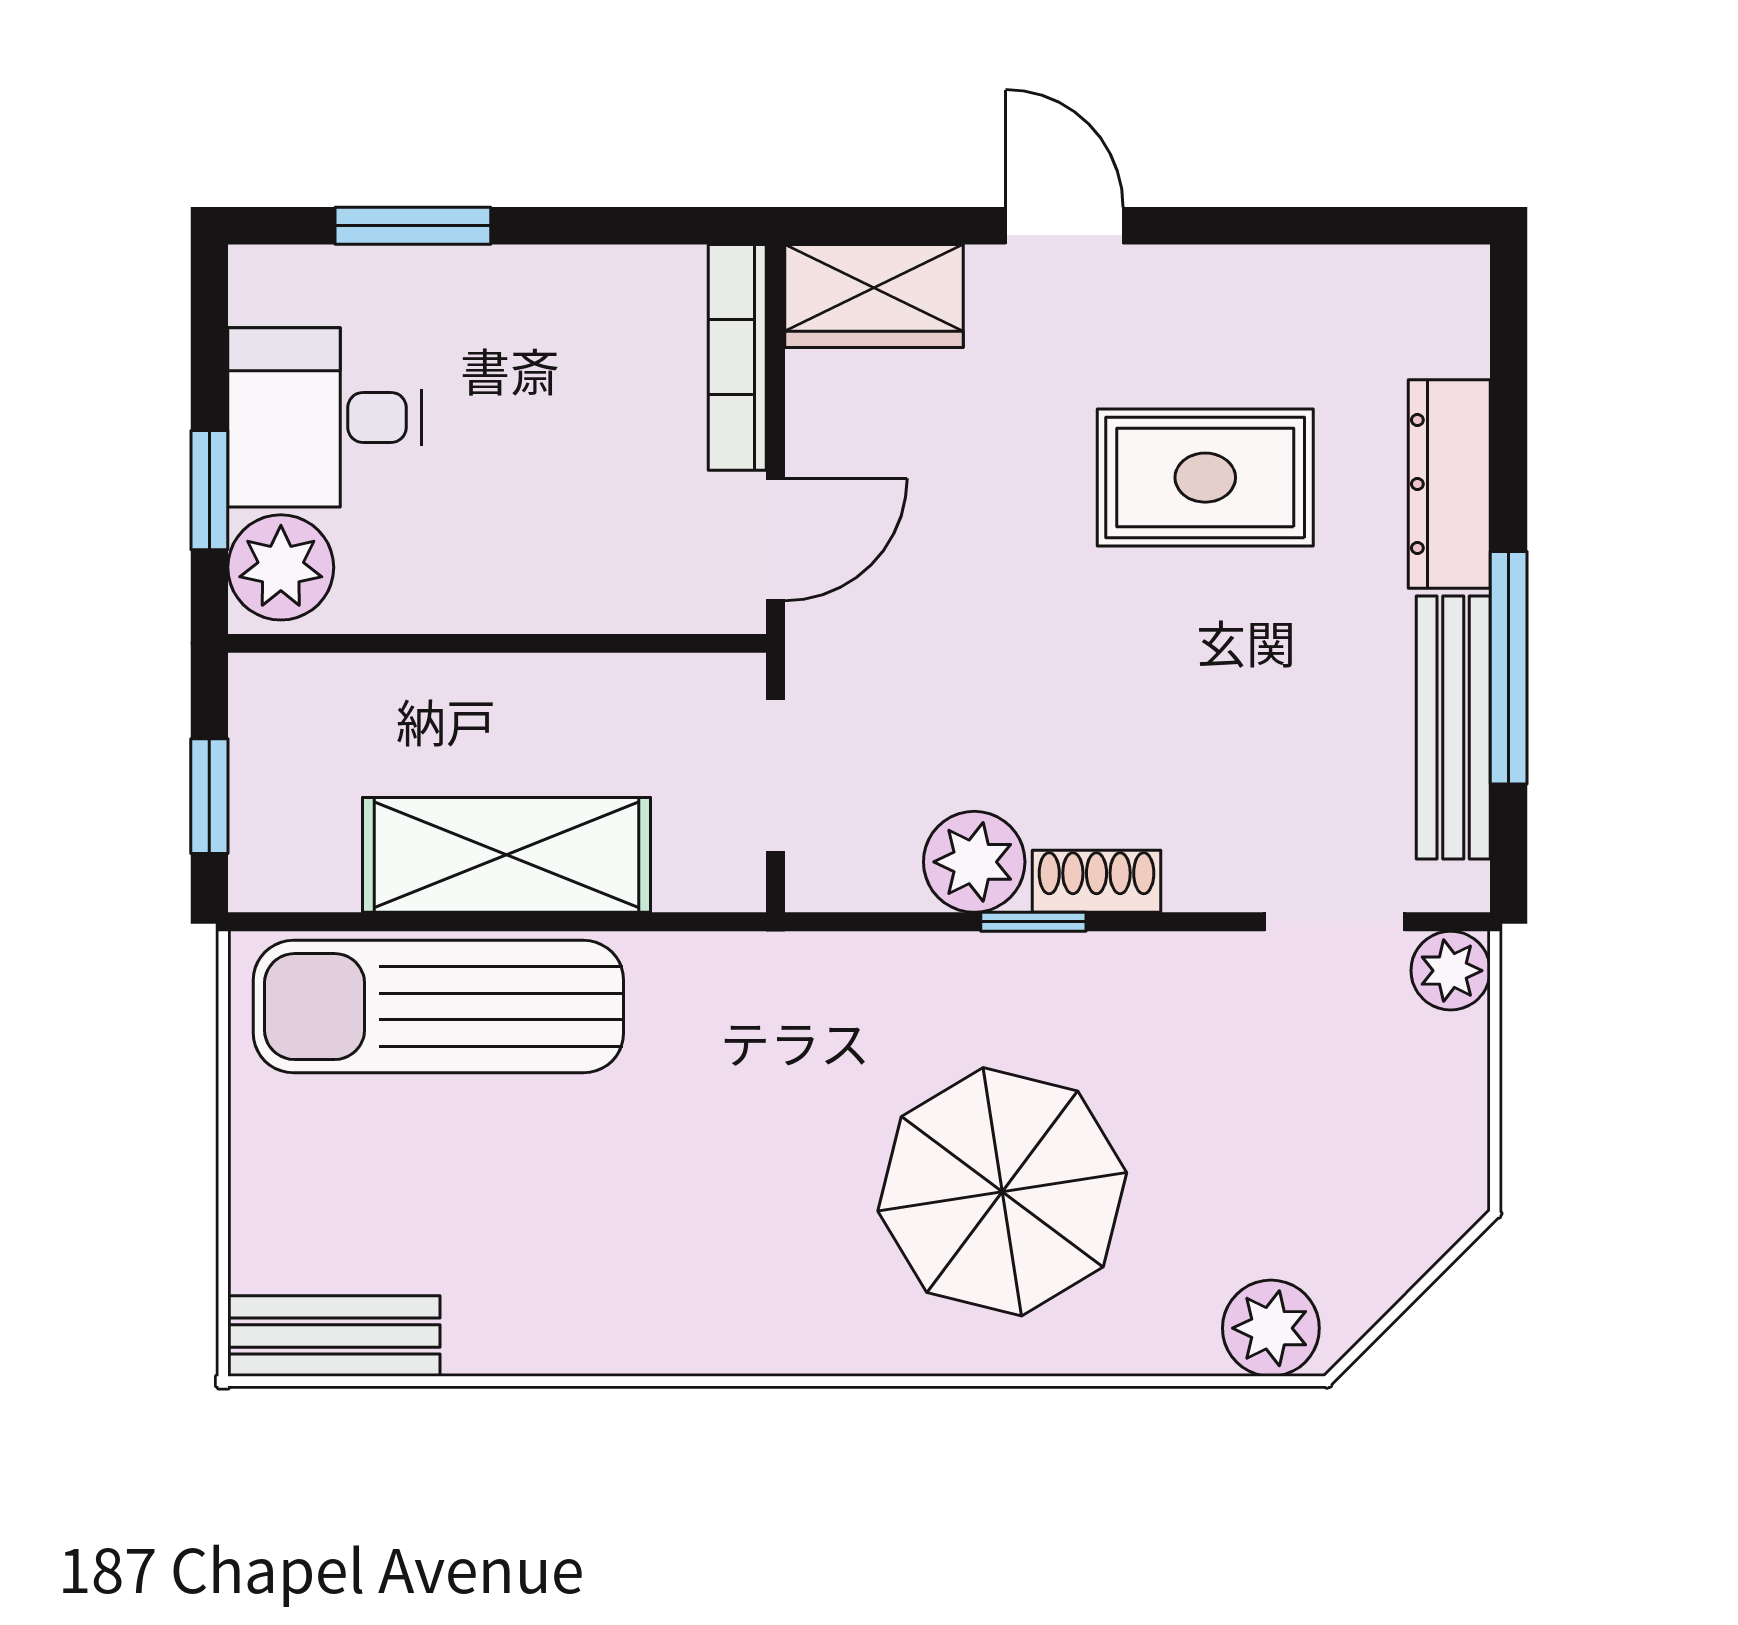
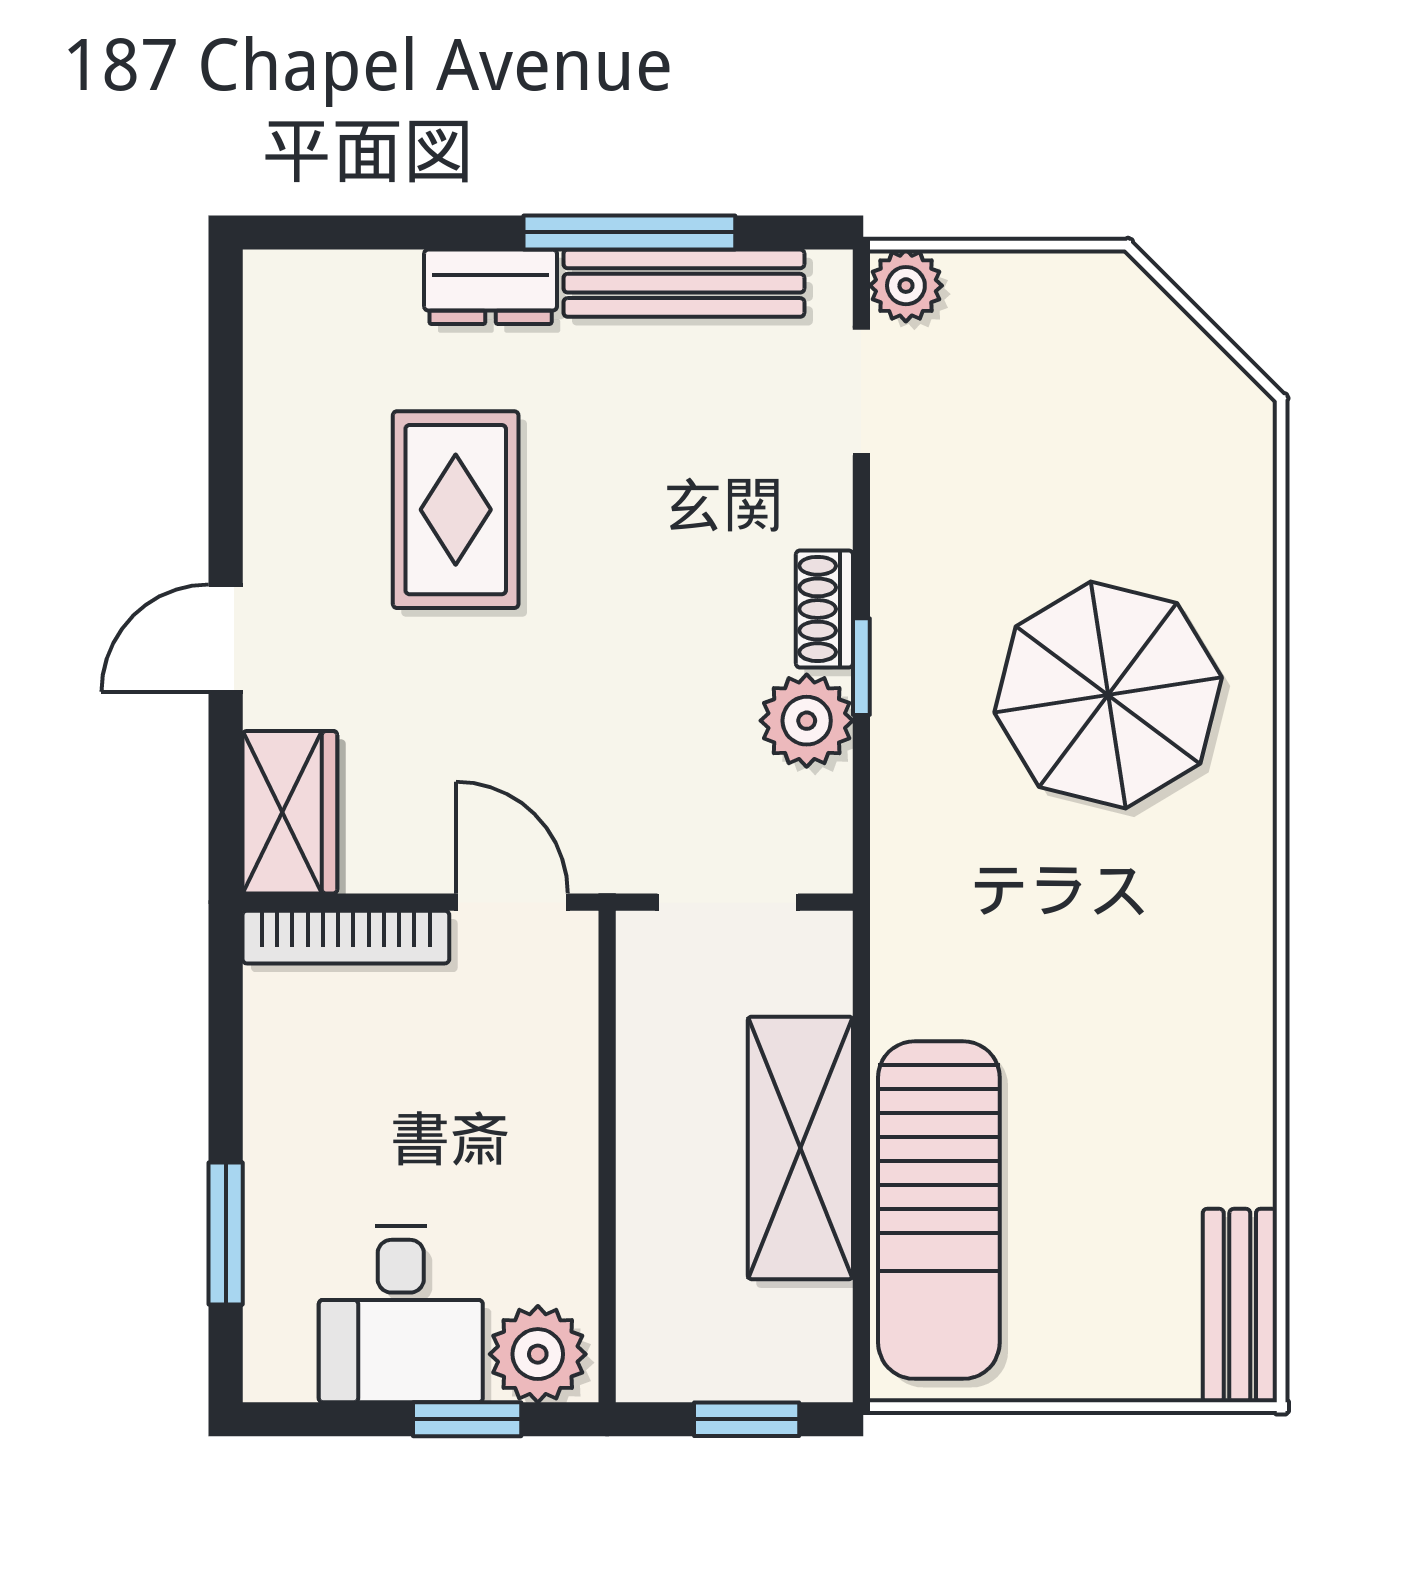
dresser: (1449, 484) -> (491, 287), width x0.70
plant: (1271, 1328) -> (1233, 450), removed

